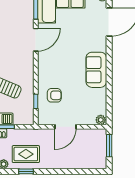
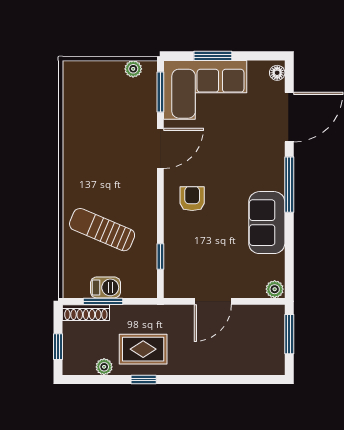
window: (109, 60) -> (289, 185), added
sofa: (96, 70) -> (267, 223), moved
armchair: (54, 95) -> (192, 199), moved, turned -90

